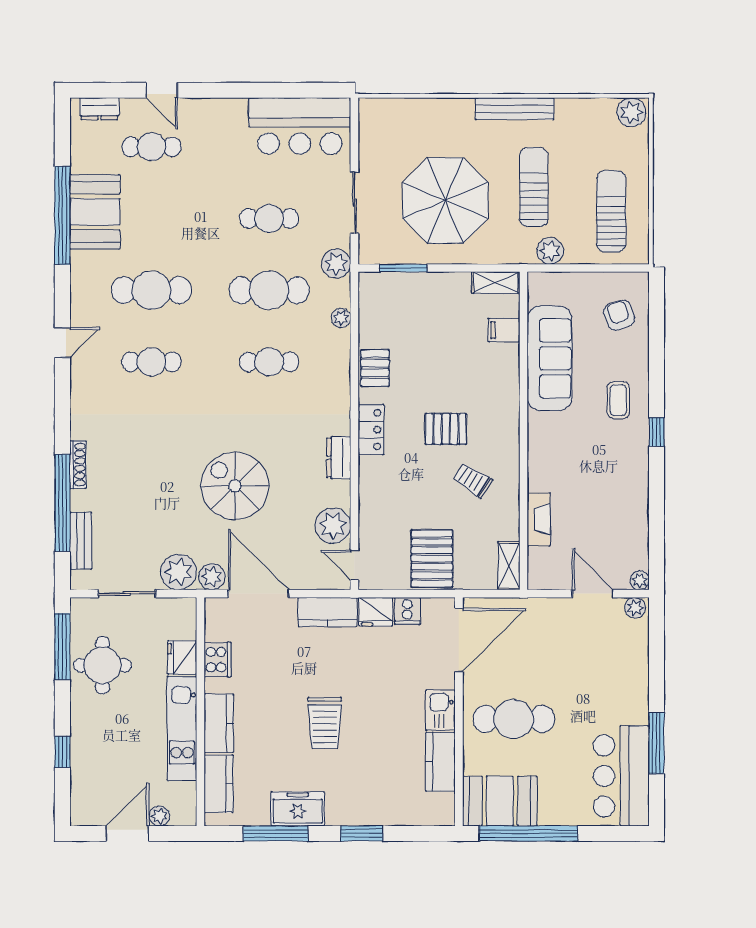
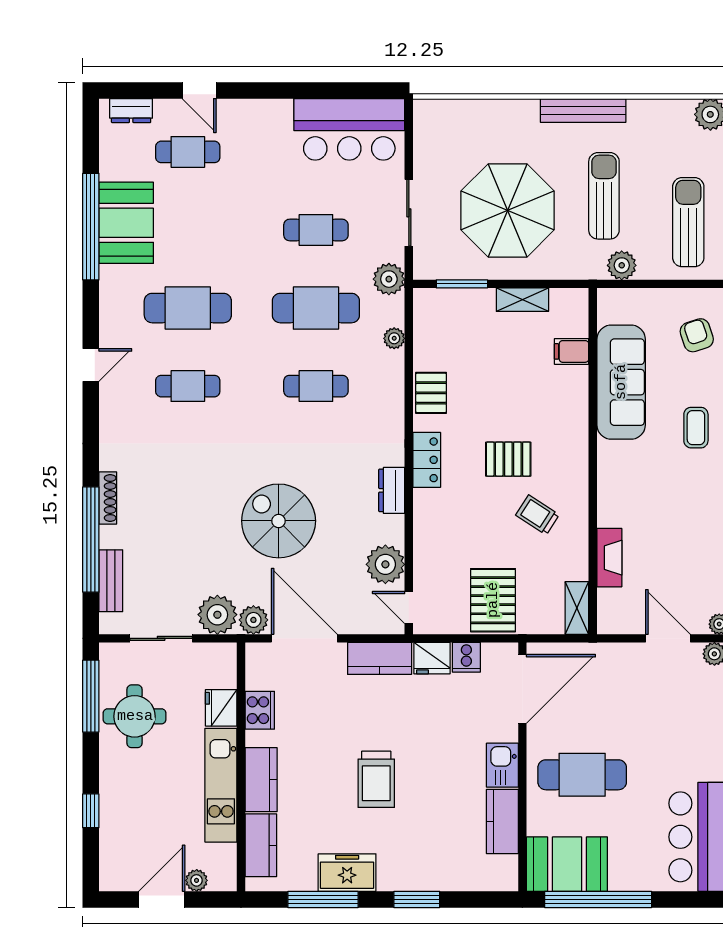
shelving: (496, 283) -> (522, 300), moved

